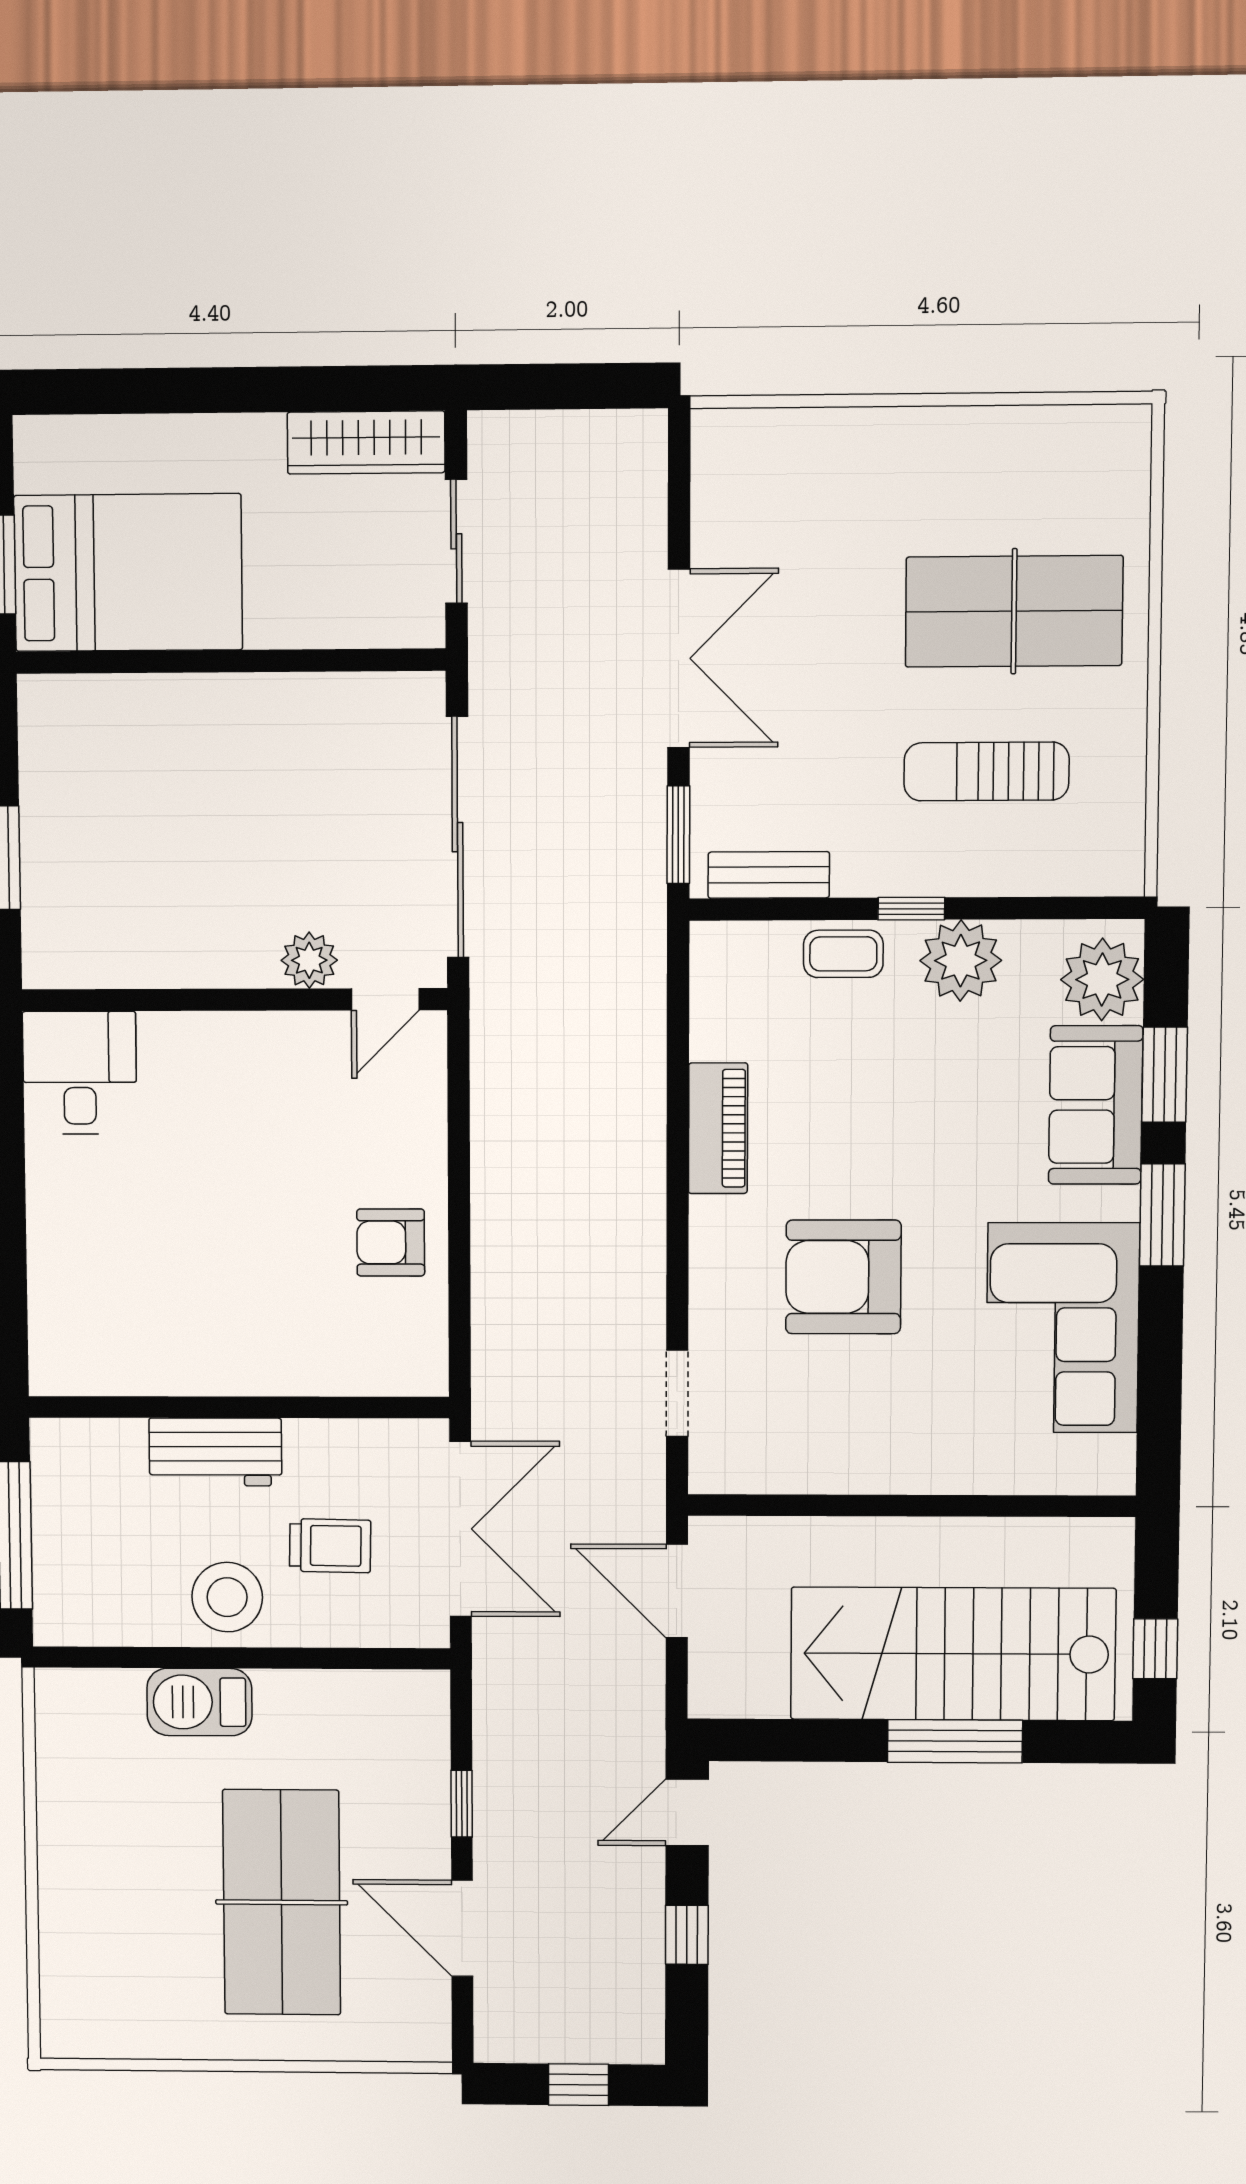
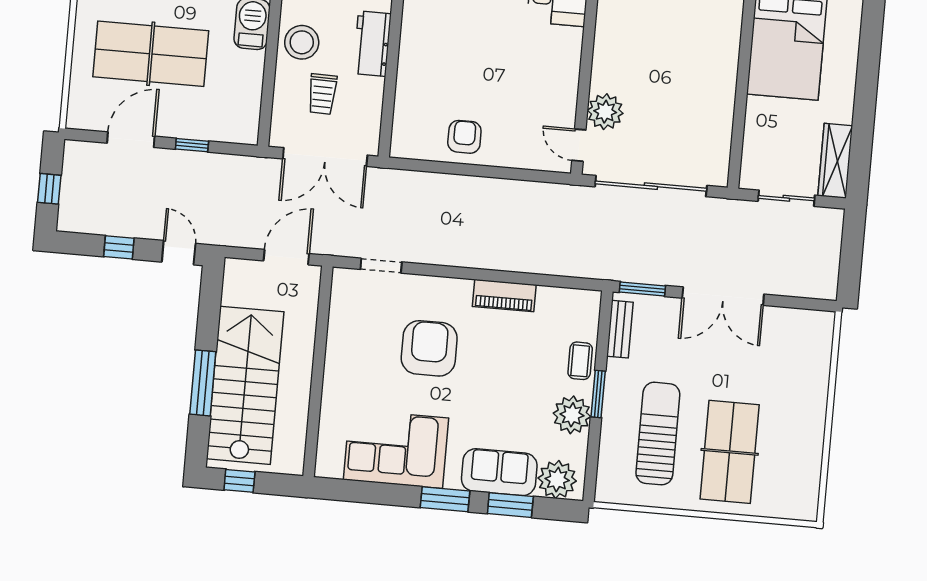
sun lounger: (986, 771) -> (658, 434), width x1.36, depth x1.34
window: (911, 909) -> (598, 394), width x1.50
plant: (309, 960) -> (605, 112), width x1.36, depth x1.36

